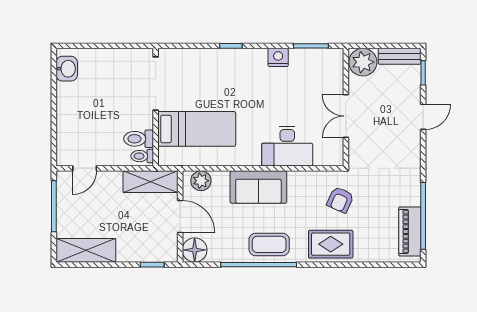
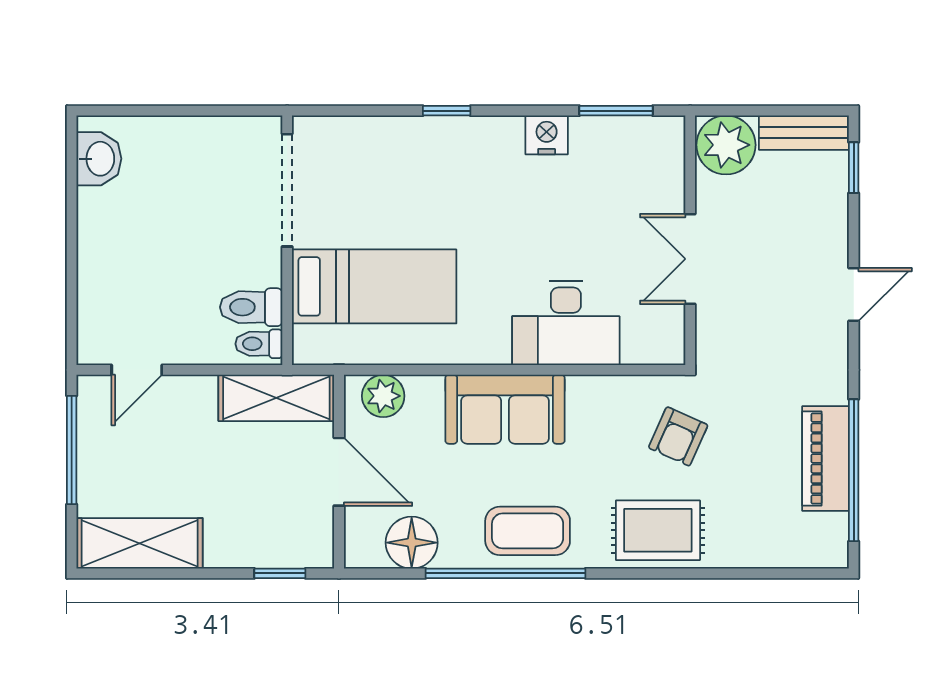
door: (423, 117) -> (854, 295), moved
piano: (410, 232) -> (825, 458), moved
floor lamp: (195, 250) -> (412, 543), moved

